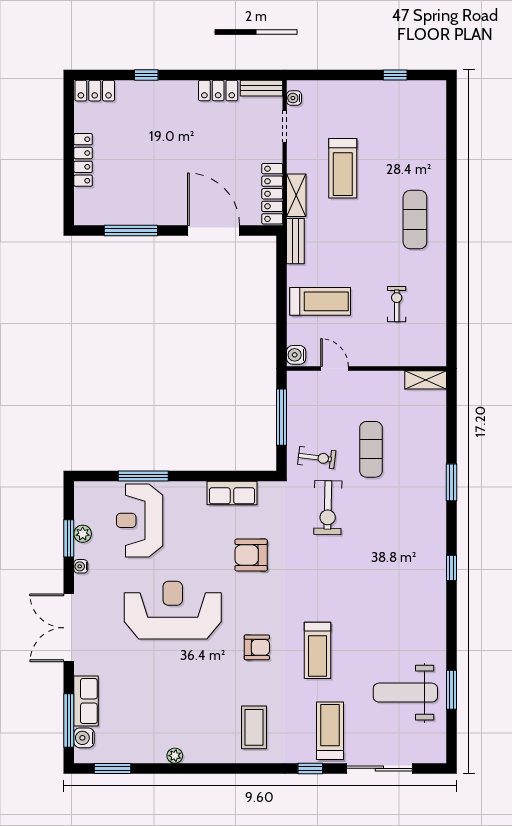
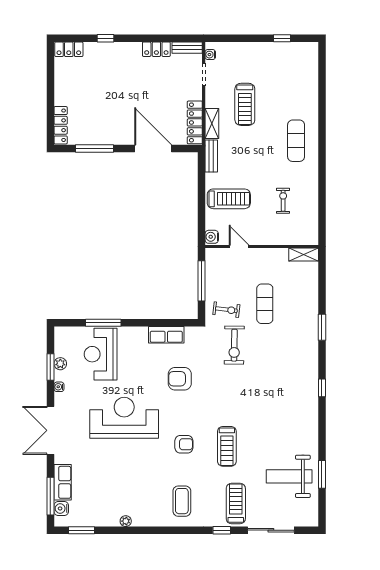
locker: (83, 160) -> (61, 125), moved

